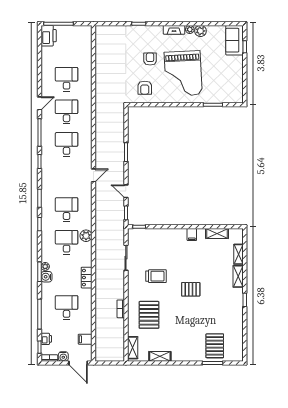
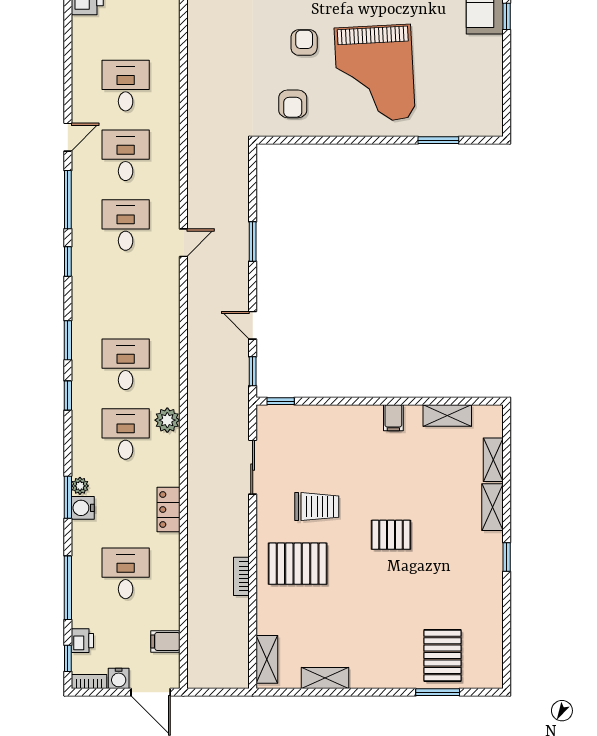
door: (94, 175) -> (183, 243), moved
pallet: (149, 315) -> (298, 564), moved, turned 90

